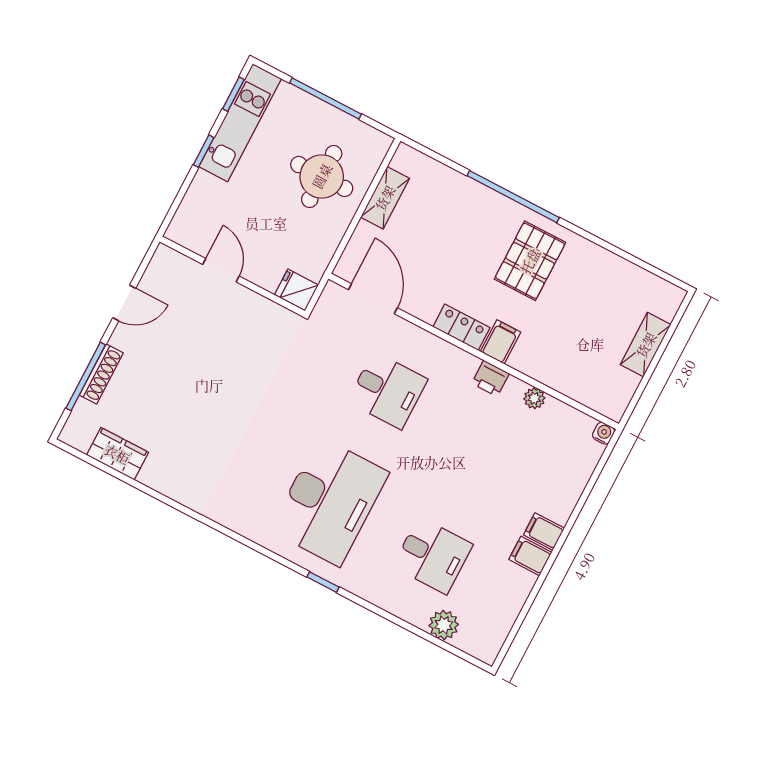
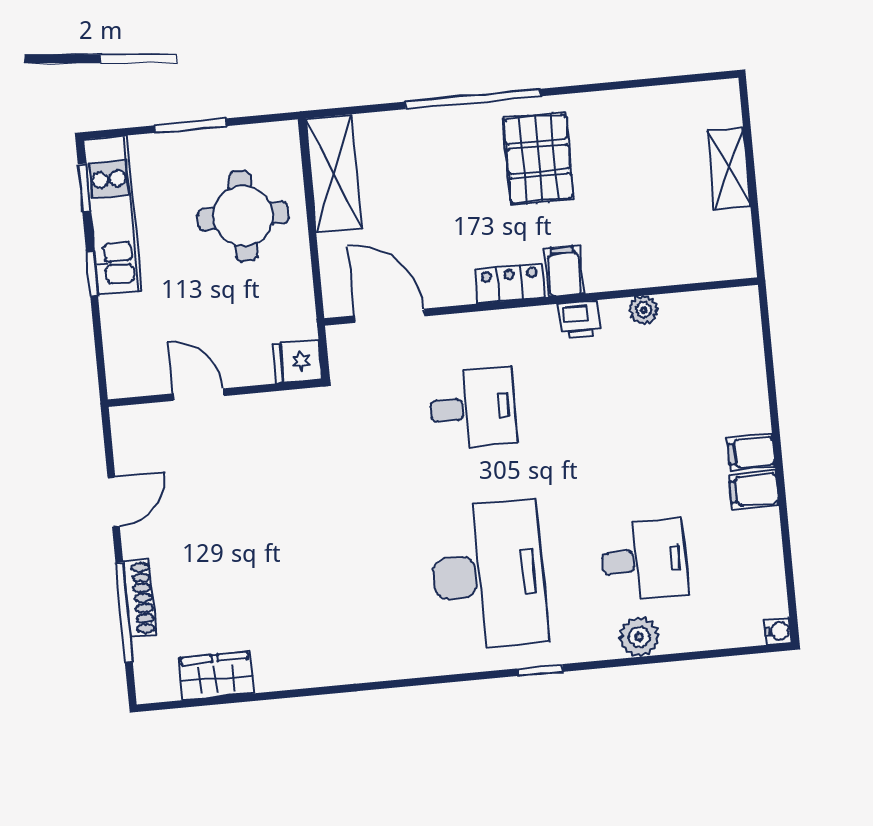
window: (325, 98) -> (191, 126), width x0.69
shelving: (385, 198) -> (334, 174), width x1.50, depth x1.33
water cooler: (604, 433) -> (778, 631), moved, turned 90
plant: (444, 625) -> (639, 637), moved

